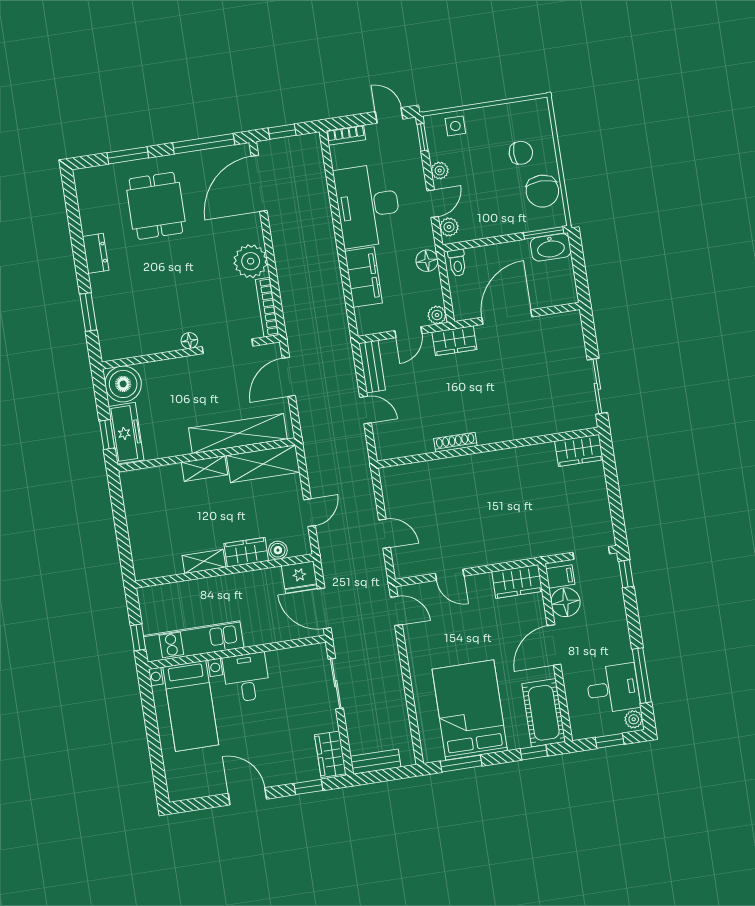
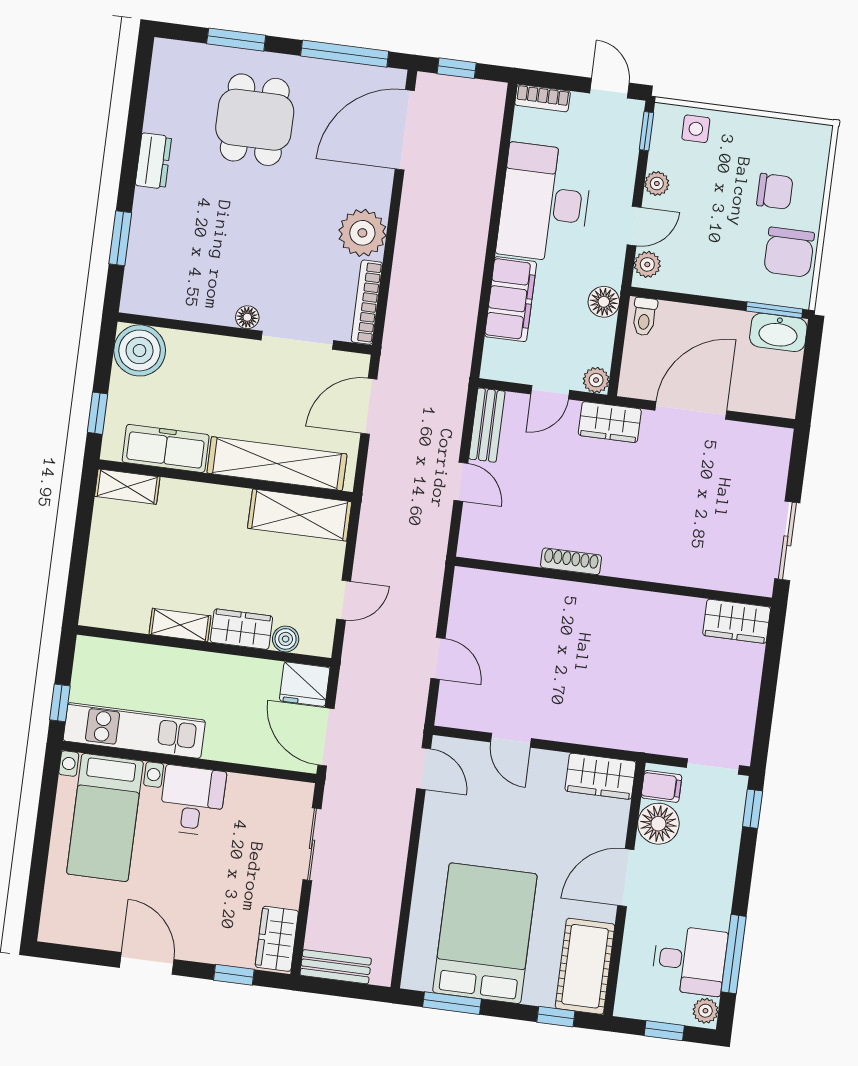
freezer: (126, 433) -> (166, 448), moved, turned -90
shelving: (205, 469) -> (127, 487), moved

